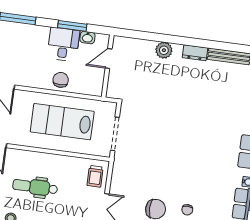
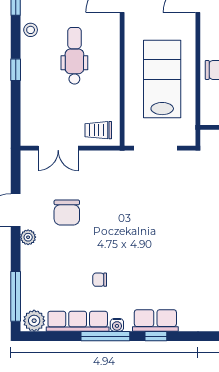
chair: (187, 210) -> (100, 280), moved

